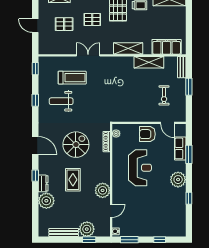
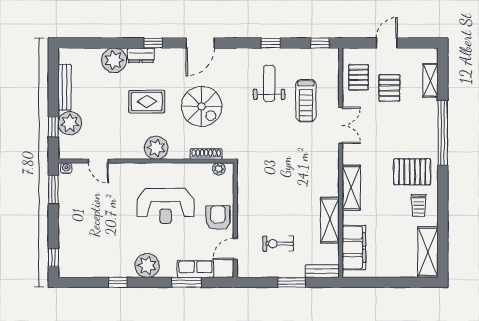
pallet: (92, 20) -> (358, 77), moved
plant: (103, 190) -> (156, 148), moved
window: (160, 240) -> (53, 258), moved

